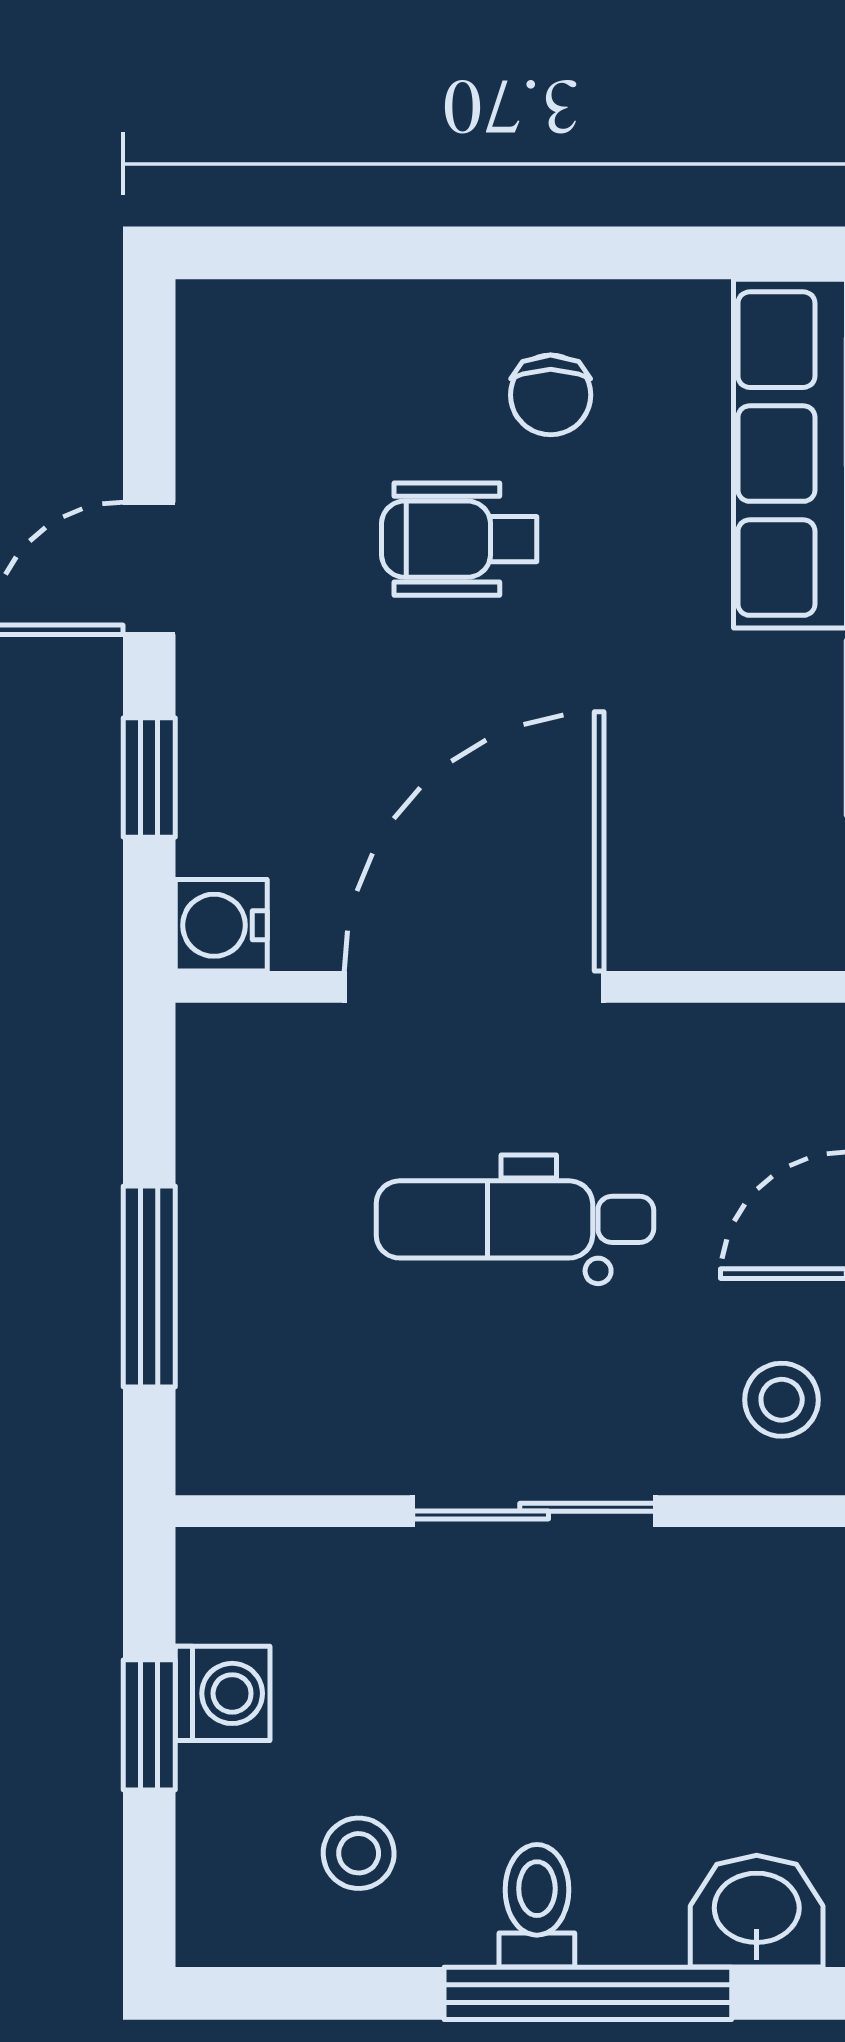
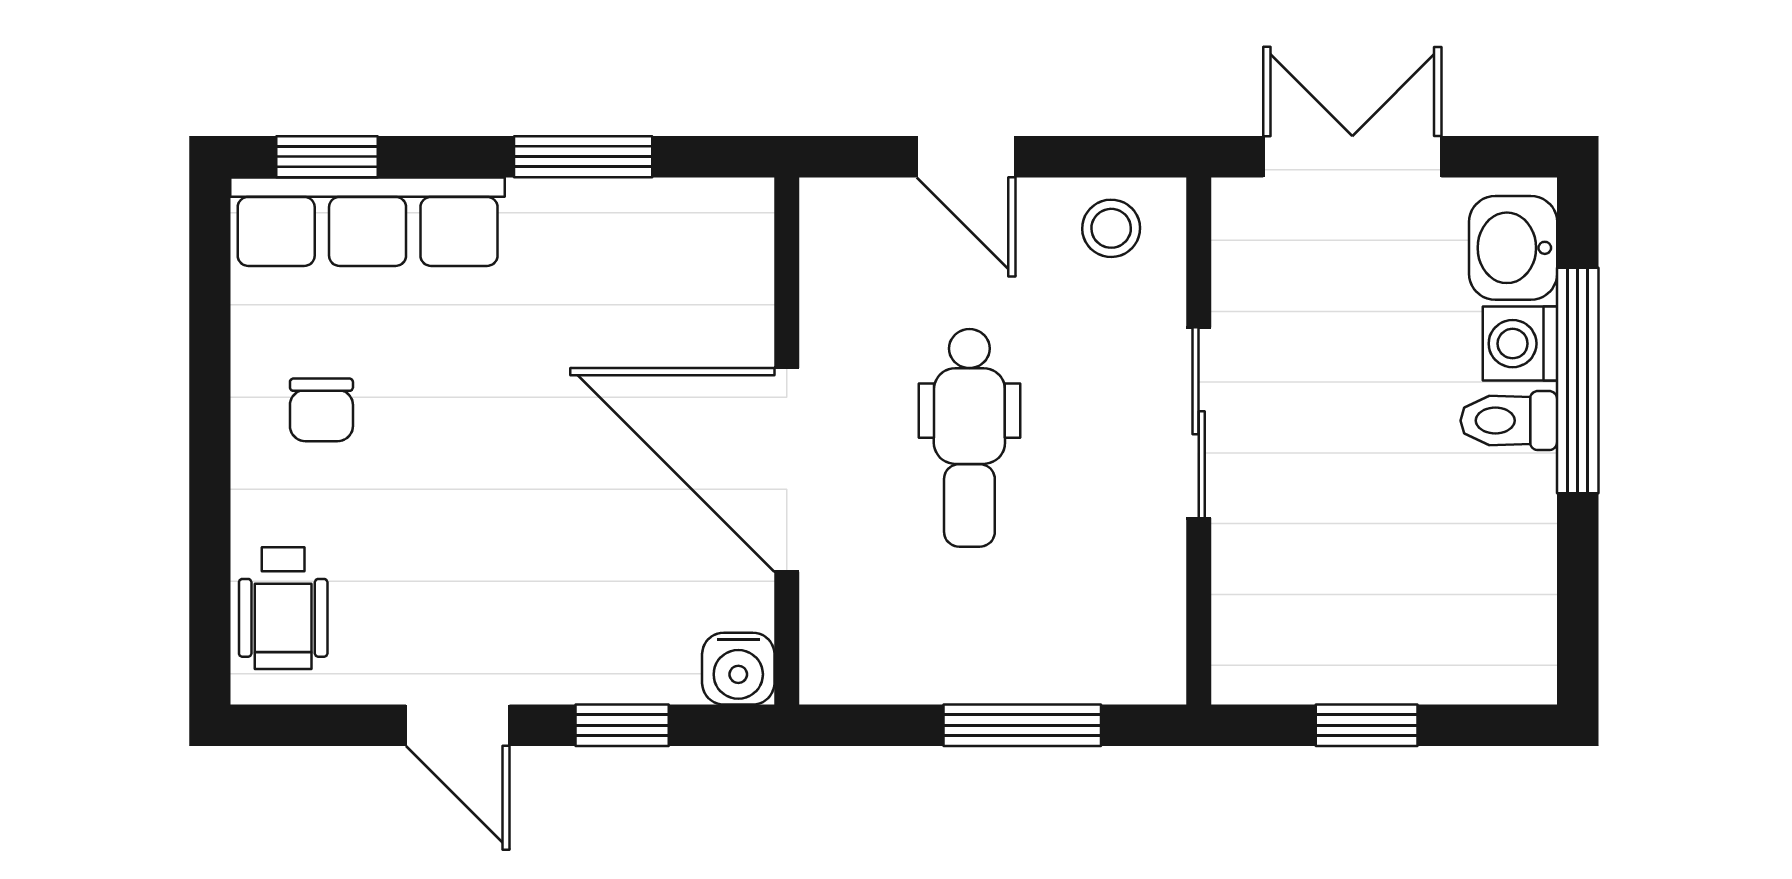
chair: (551, 395) -> (321, 410), turned 90
wheelchair: (459, 539) -> (283, 608), moved
washing machine: (223, 1693) -> (1520, 344), moved, turned -90
stool: (359, 1853) -> (1468, 561), removed

